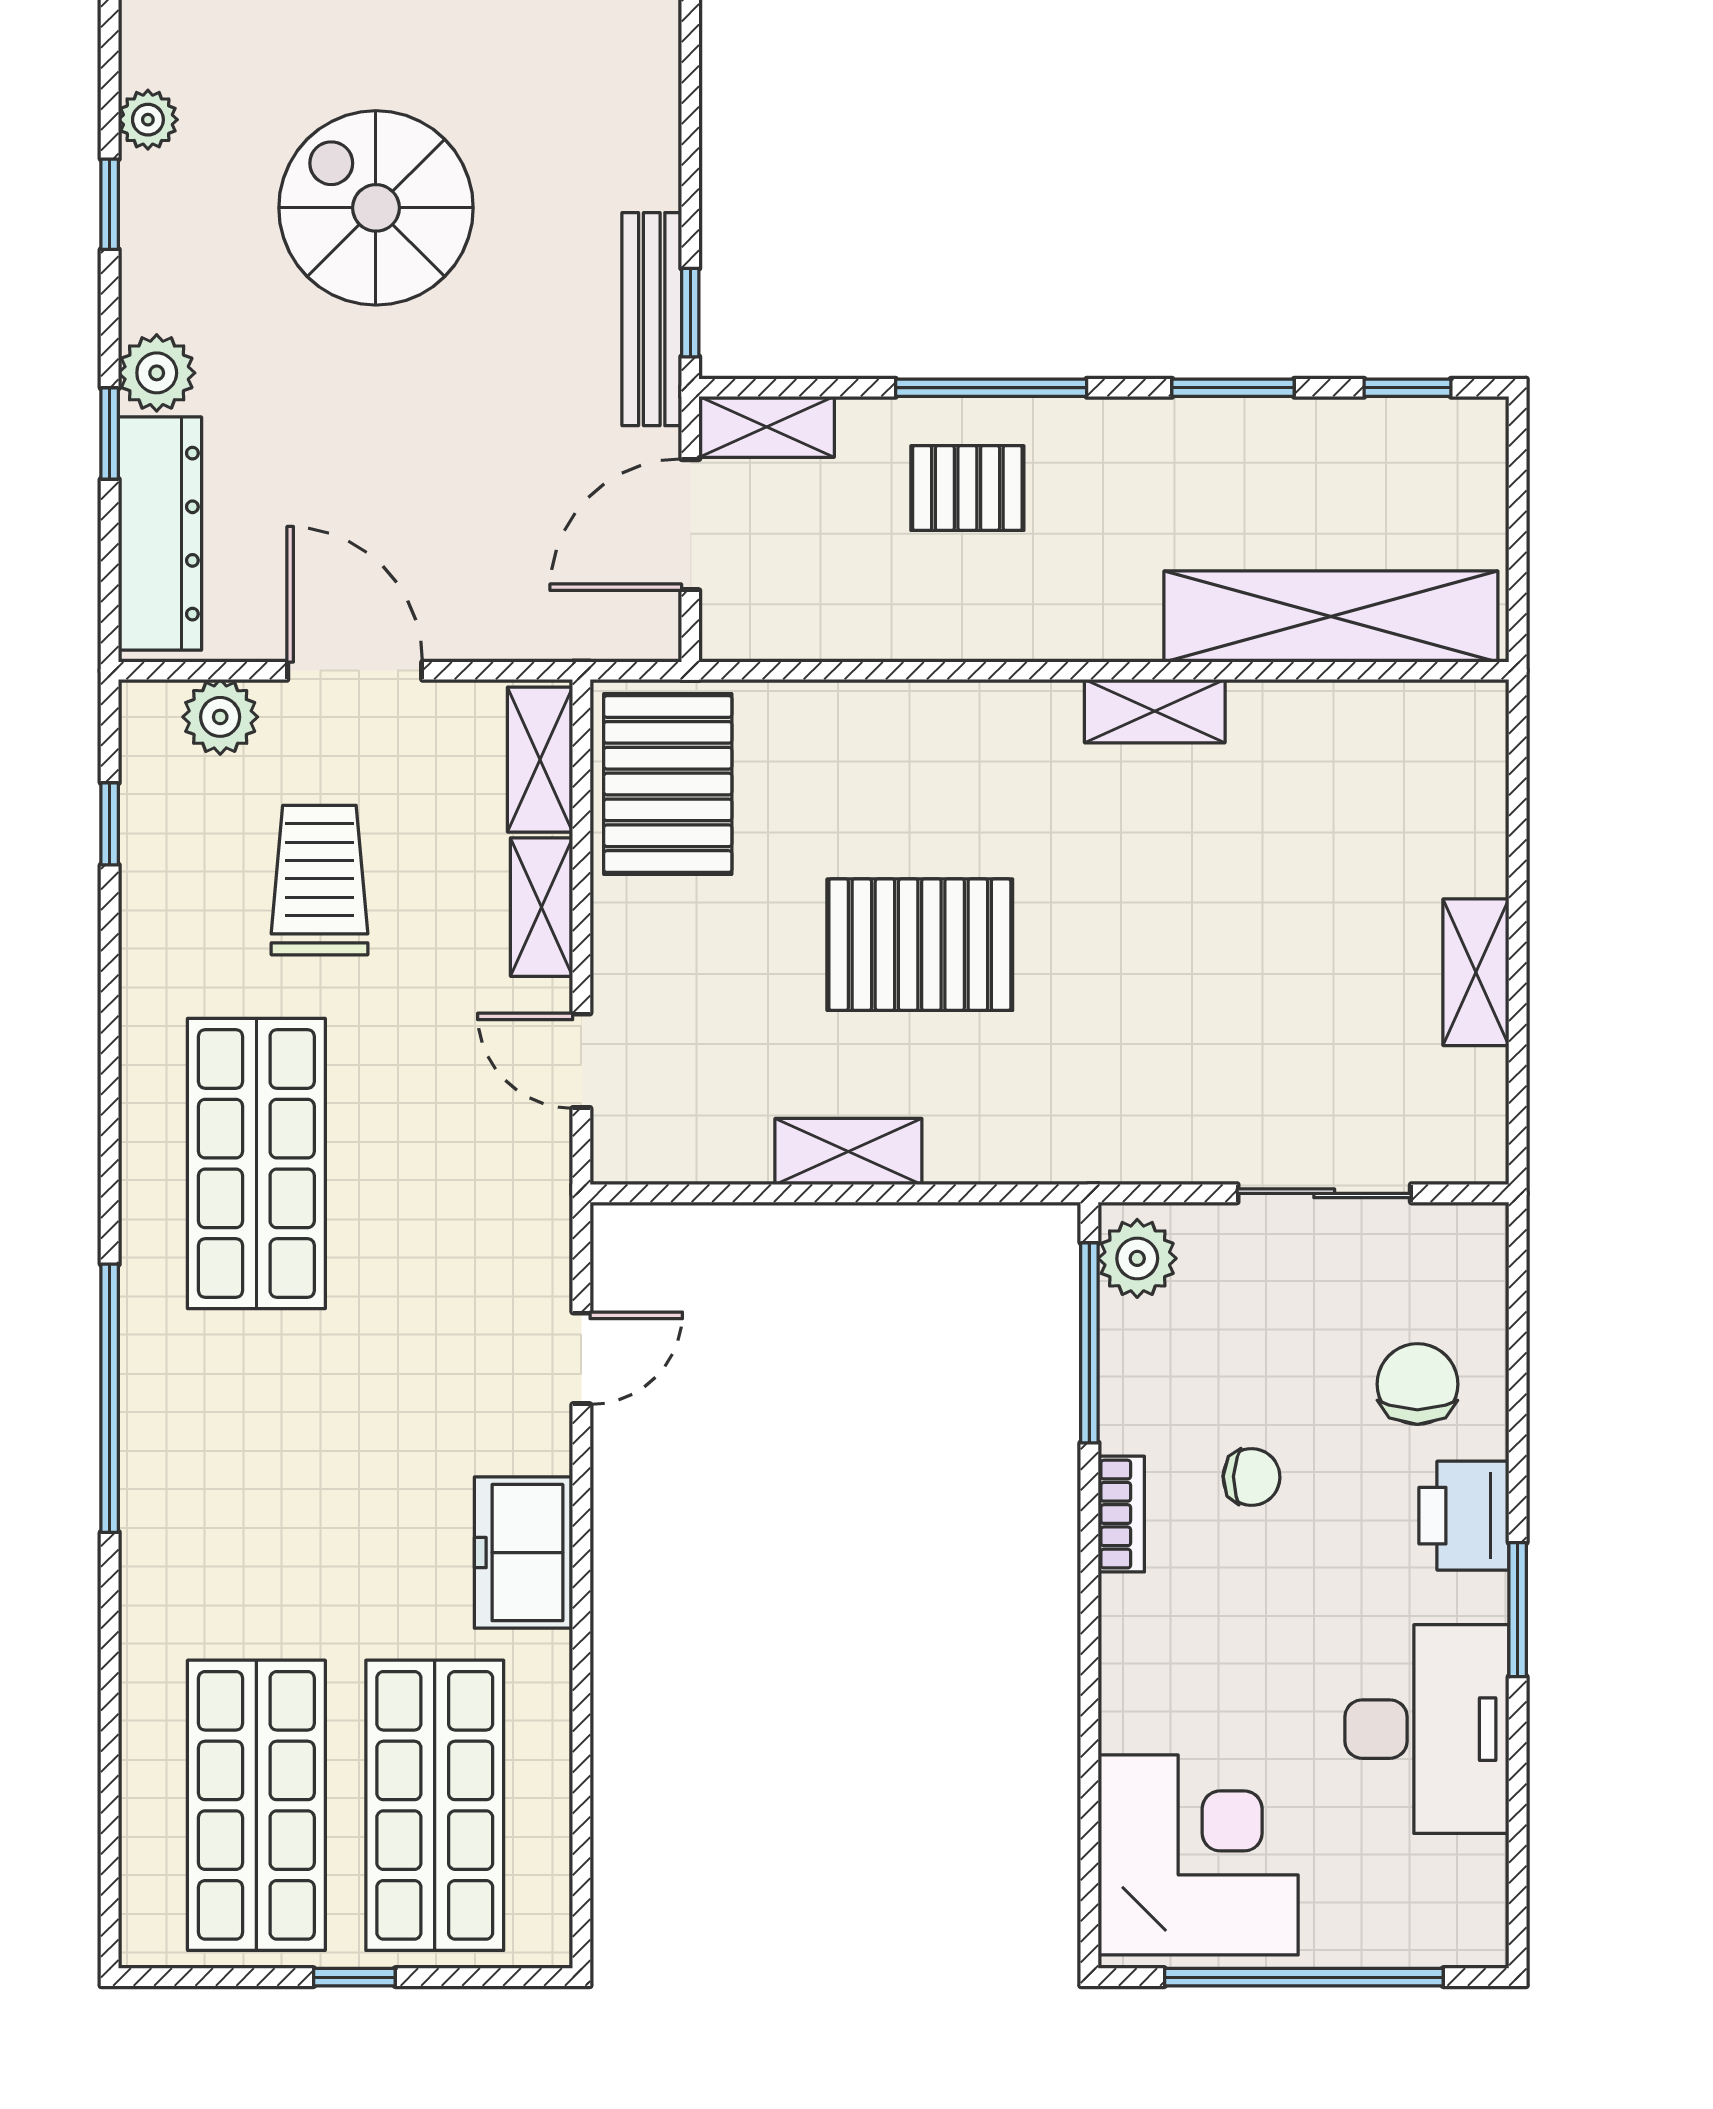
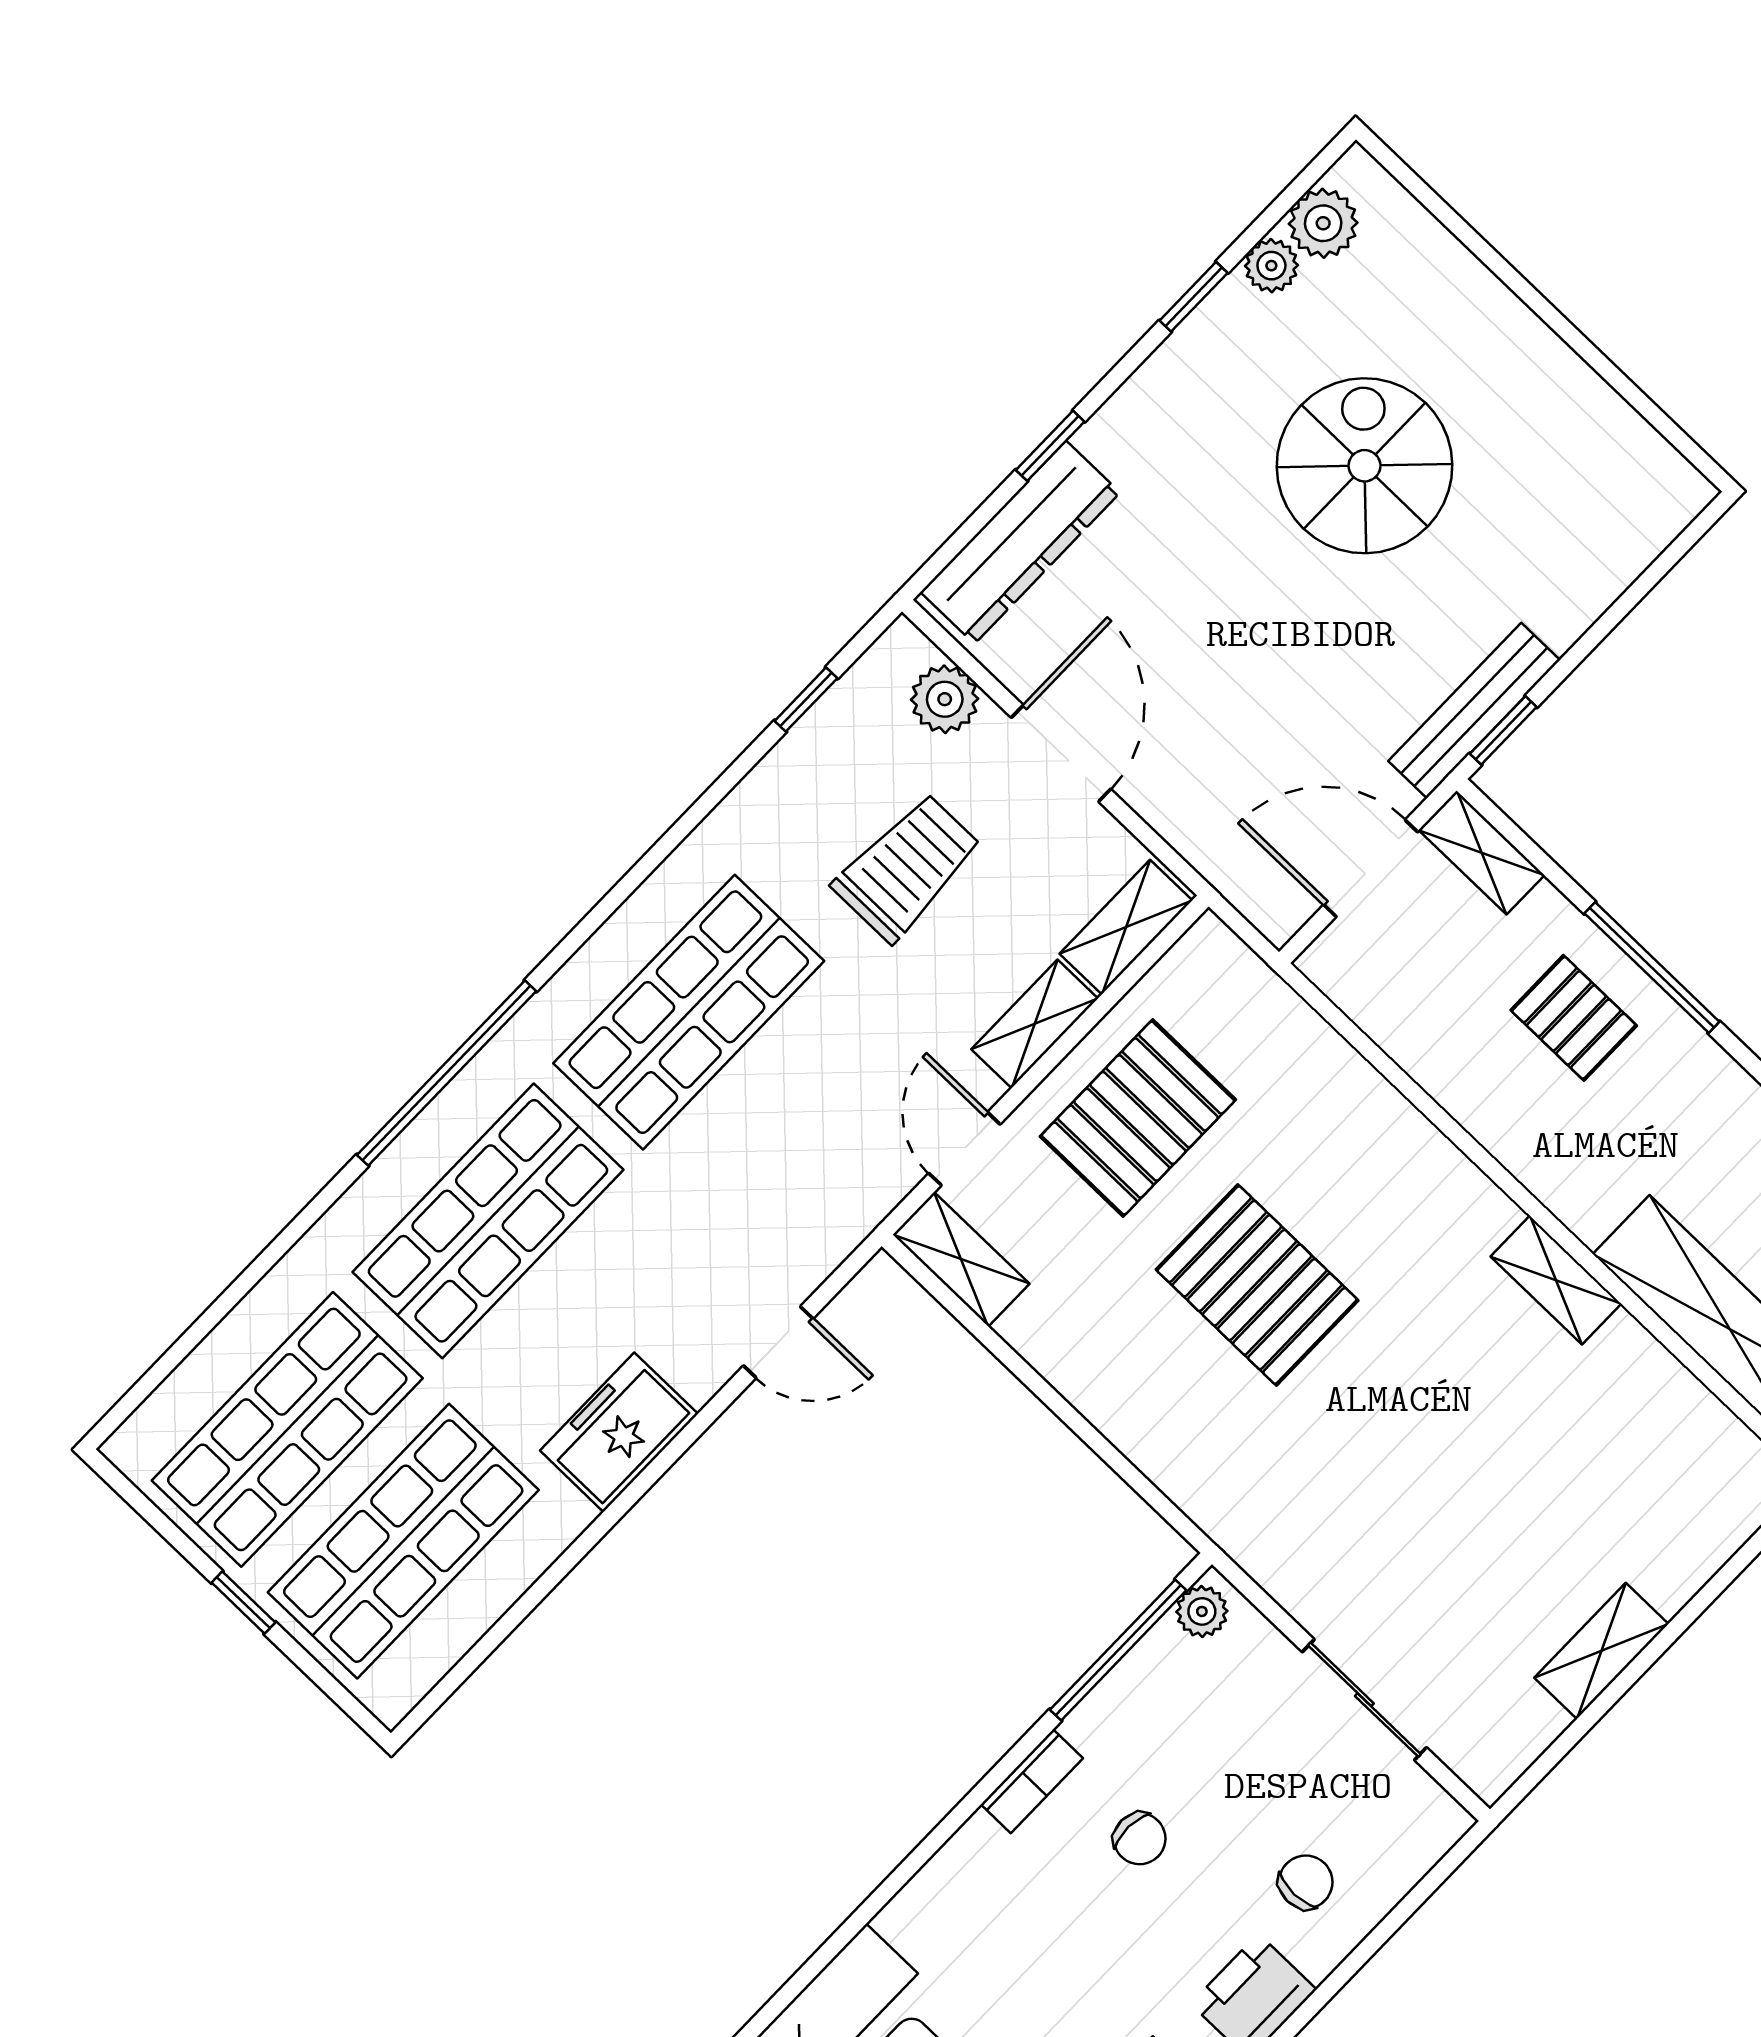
plant: (157, 373) -> (1323, 223), moved
pallet: (668, 784) -> (1138, 1118), moved
shelving: (848, 1152) -> (961, 1259), moved
plant: (1137, 1258) -> (1202, 1611), width x0.73, depth x0.73
chair: (1417, 1384) -> (1306, 1882), width x0.73, depth x0.73
shop shelf: (256, 1484) -> (488, 1221), added

